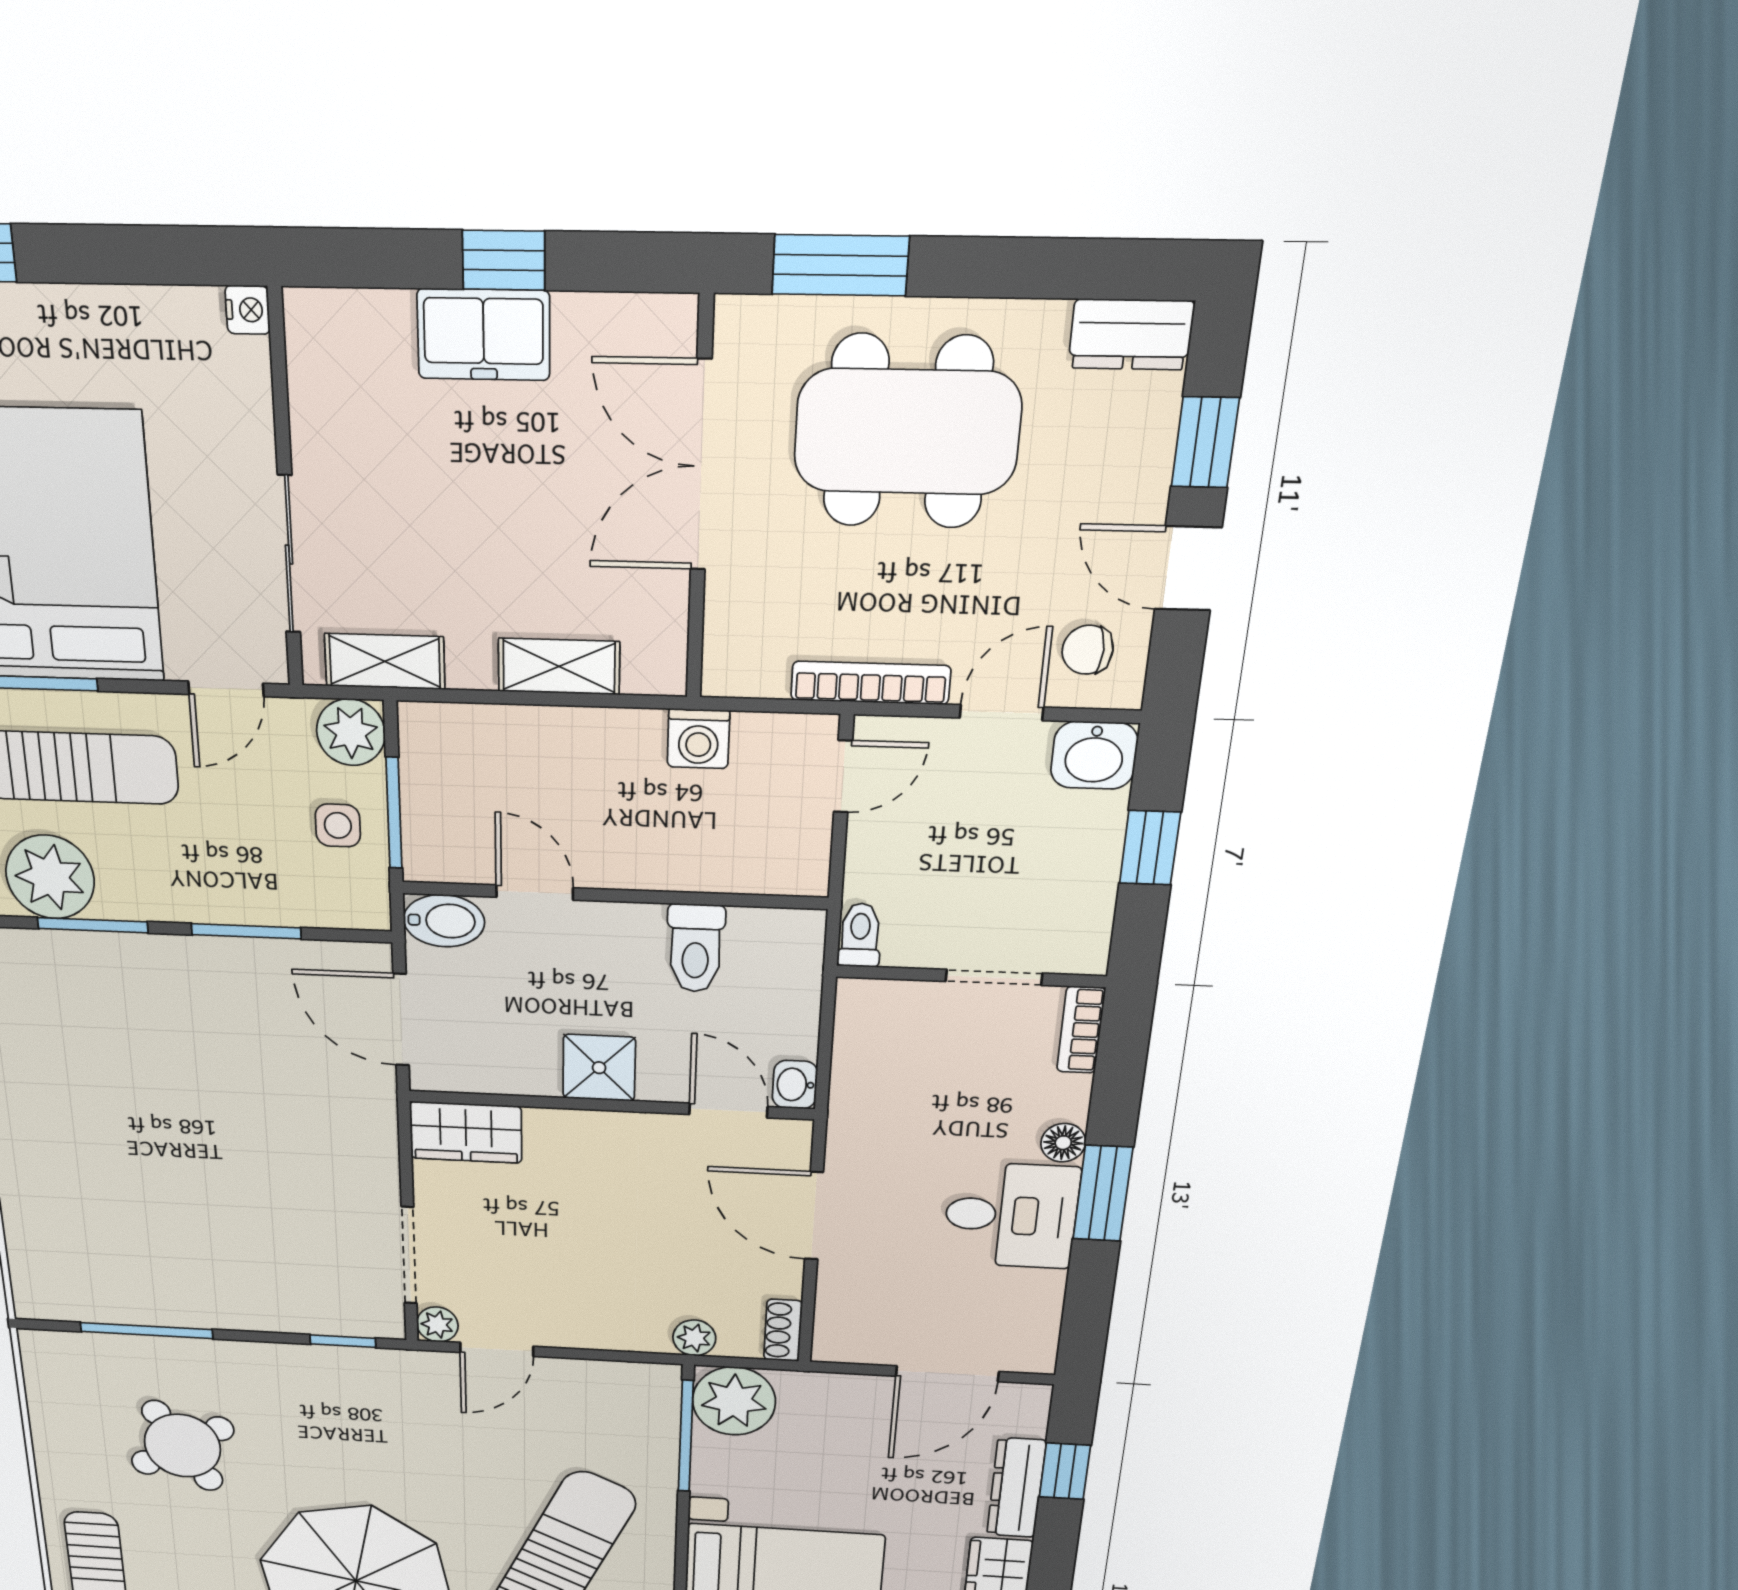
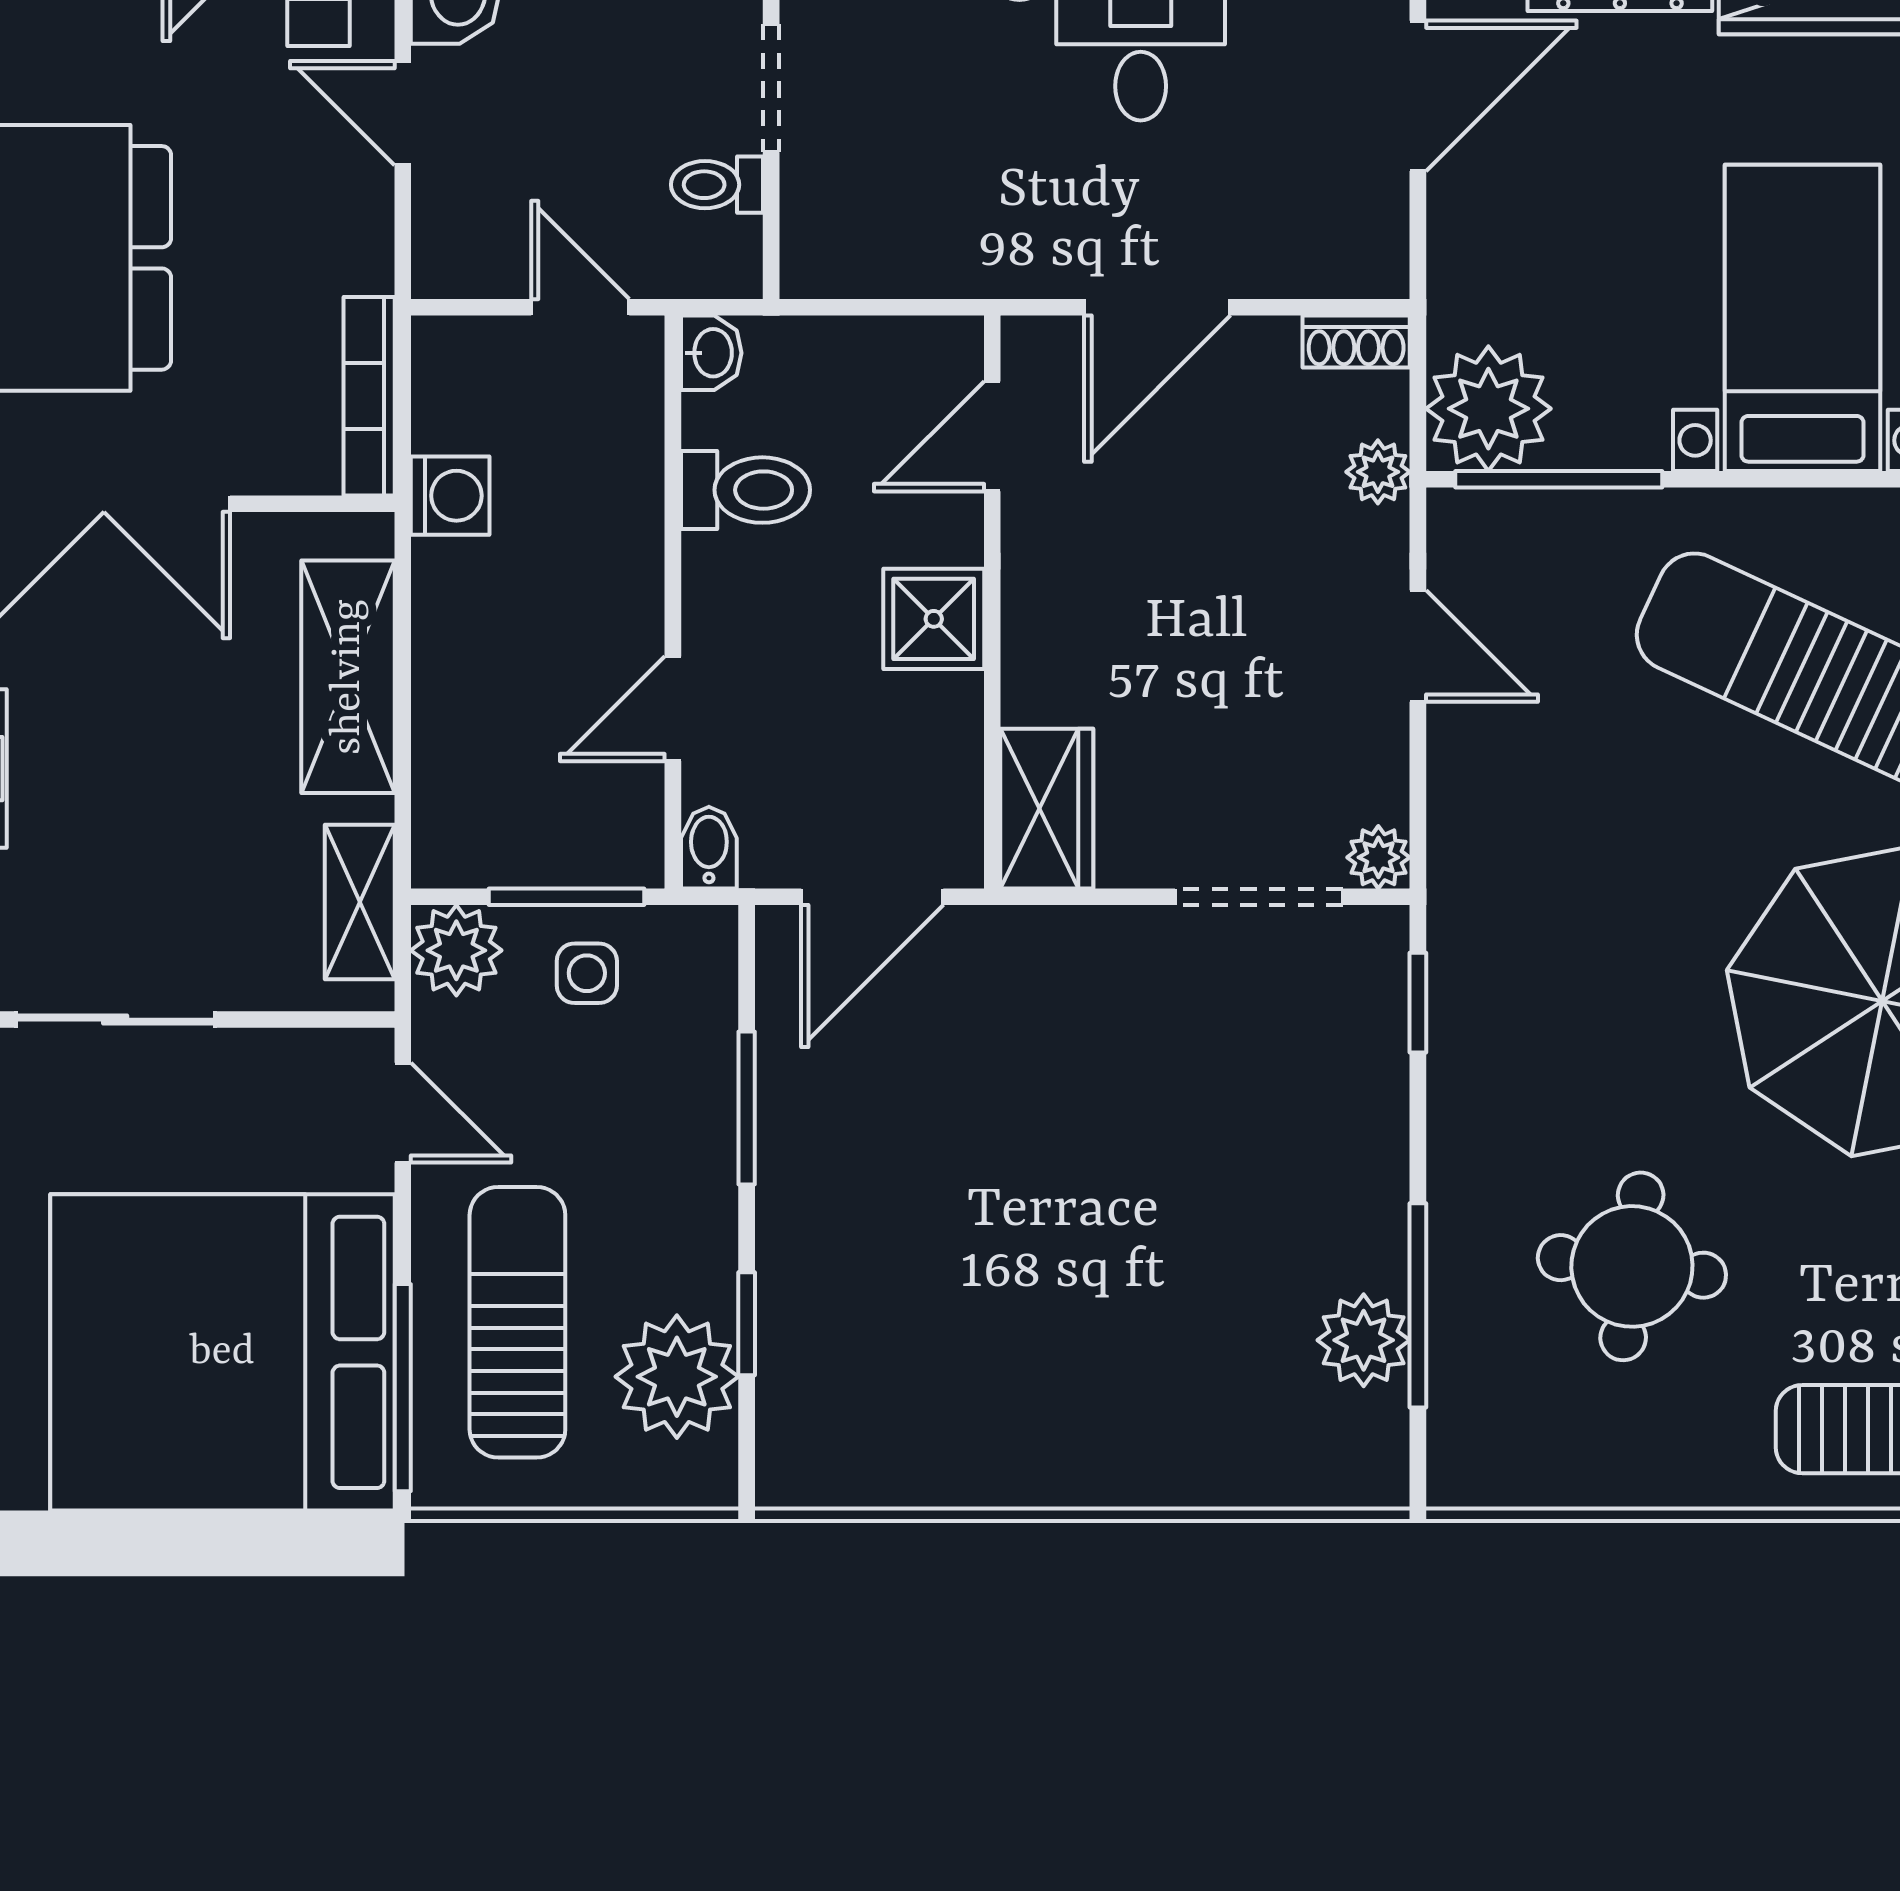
sliding door: (289, 555) -> (115, 1020), moved
shelving: (559, 666) -> (348, 677), width x1.50, depth x1.33
bookcase: (871, 683) -> (369, 396), moved
door: (843, 776) -> (580, 307), moved
bidet: (444, 921) -> (709, 848), width x0.72, depth x0.74
window: (93, 925) -> (747, 1324), width x0.67
toilet: (860, 935) -> (717, 185), moved
washbasin: (795, 1085) -> (711, 353), moved, turned -90
plant: (121, 1299) -> (1364, 1340), added
door: (497, 1349) -> (1418, 646), moved
door: (947, 1374) -> (1418, 96), hinge flipped
round table: (182, 1446) -> (1632, 1266), turned 38

